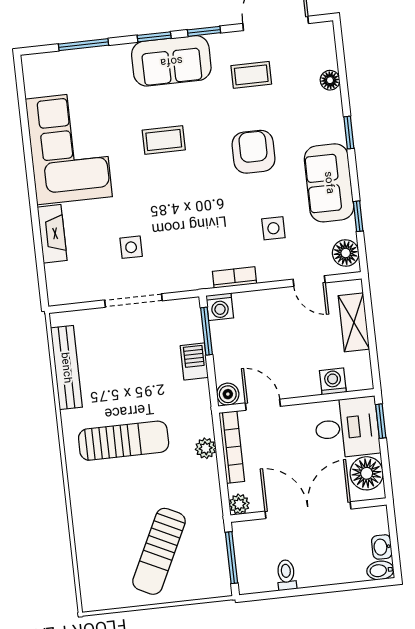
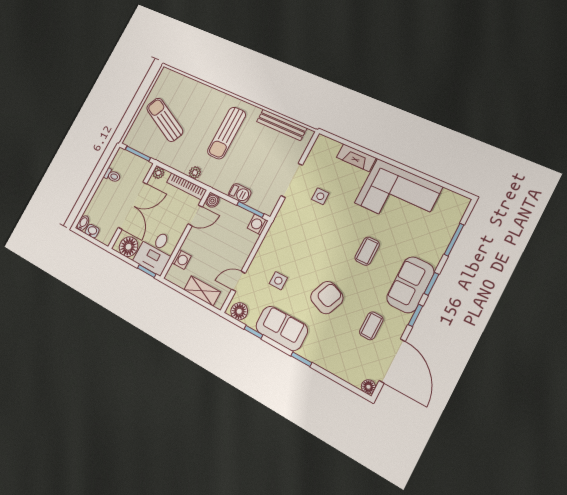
floor lamp: (330, 80) -> (368, 387), moved
armchair: (253, 152) -> (327, 298), turned -68
bookcase: (234, 277) -> (267, 242), removed

